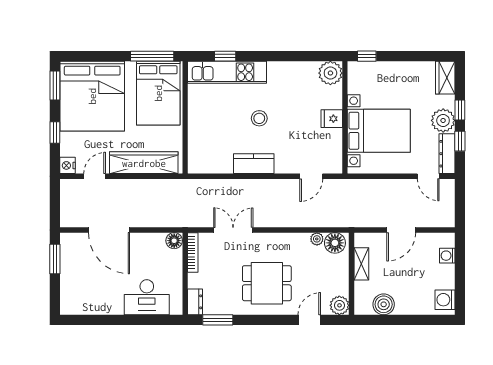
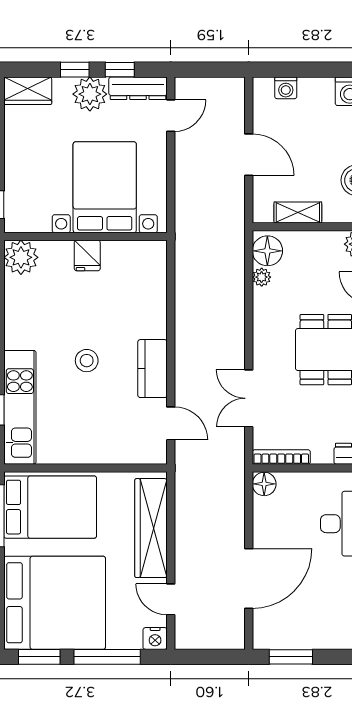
window: (55, 132) -> (107, 657), width x2.17
door: (311, 176) -> (171, 423), moved

